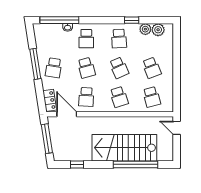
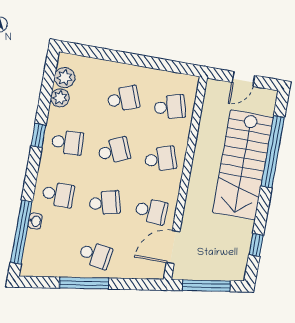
window: (132, 20) -> (38, 136), moved
locker: (50, 100) -> (146, 270), removed
door: (177, 128) -> (243, 79), moved

